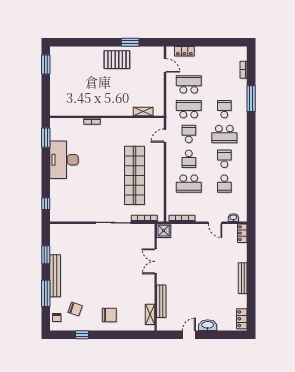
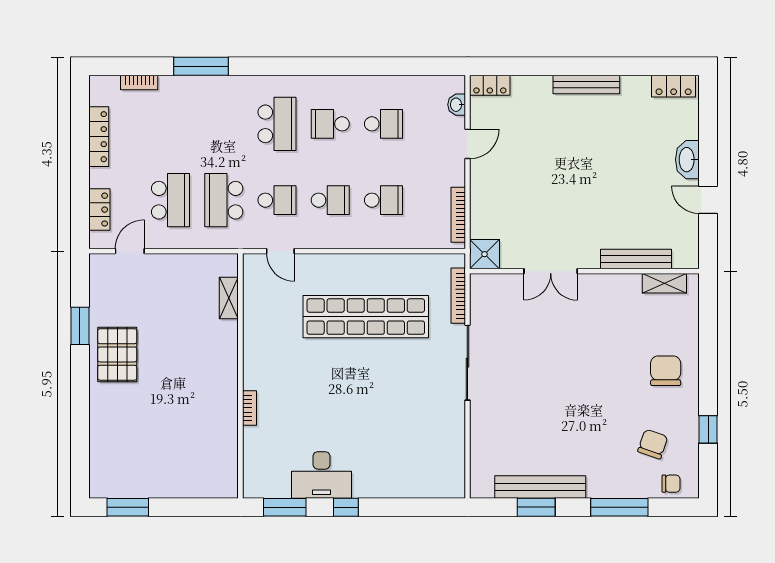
locker: (218, 51) -> (99, 137), added
school desk: (189, 84) -> (171, 200), turned 180
school desk: (224, 109) -> (224, 124), removed
school desk: (189, 134) -> (277, 200), turned 180
desk: (64, 160) -> (321, 475), width x0.73, depth x0.77
school desk: (189, 184) -> (384, 200), width x0.54
window: (46, 204) -> (346, 507), moved
bench: (55, 276) -> (540, 487), moved

